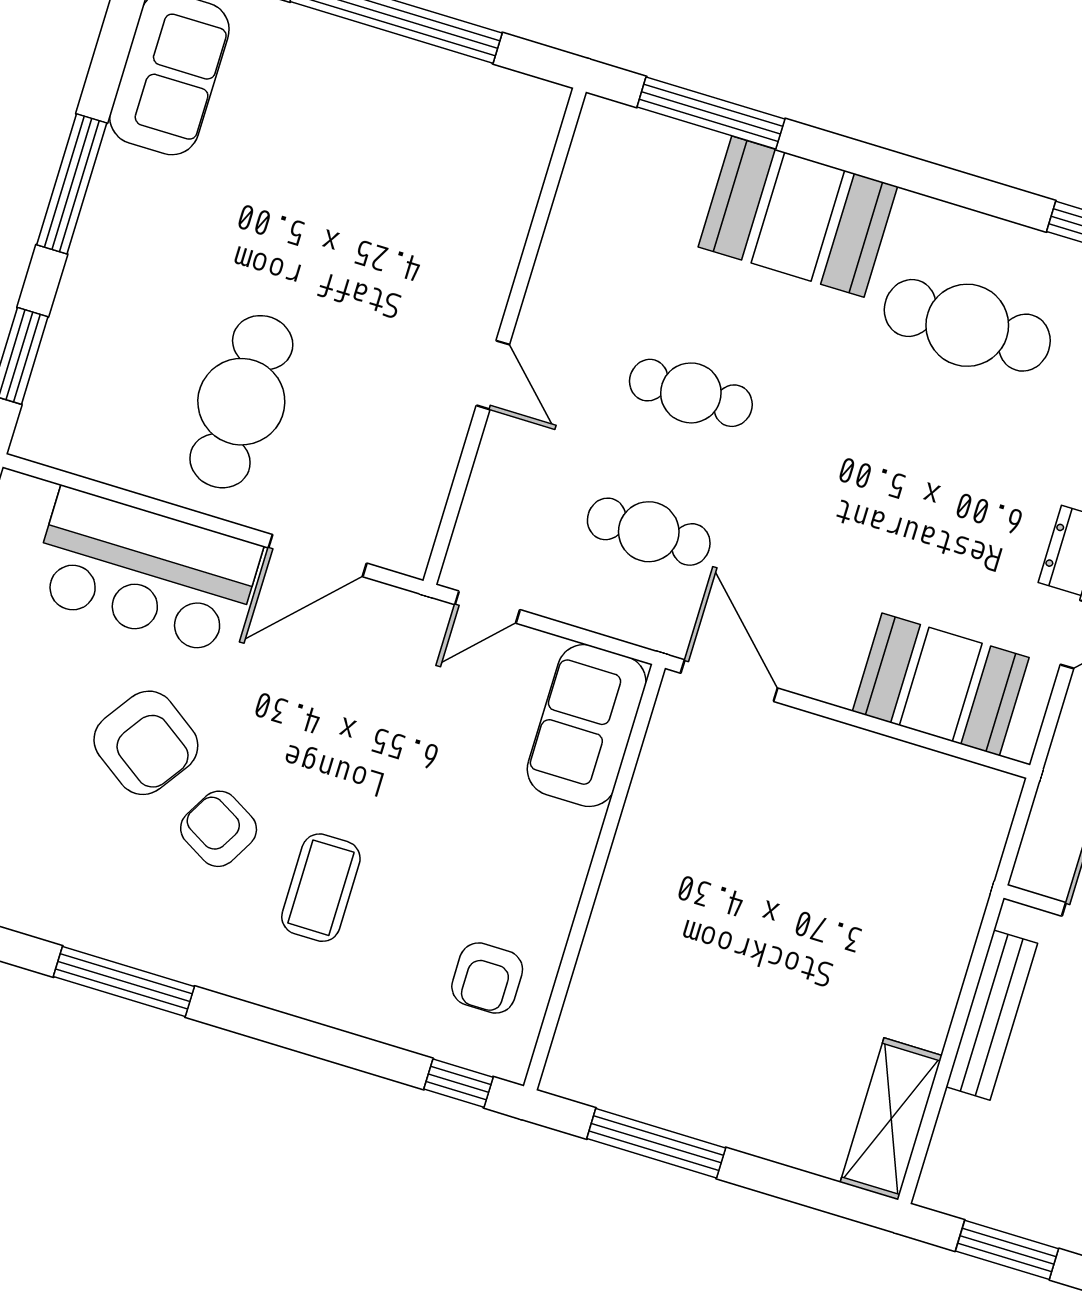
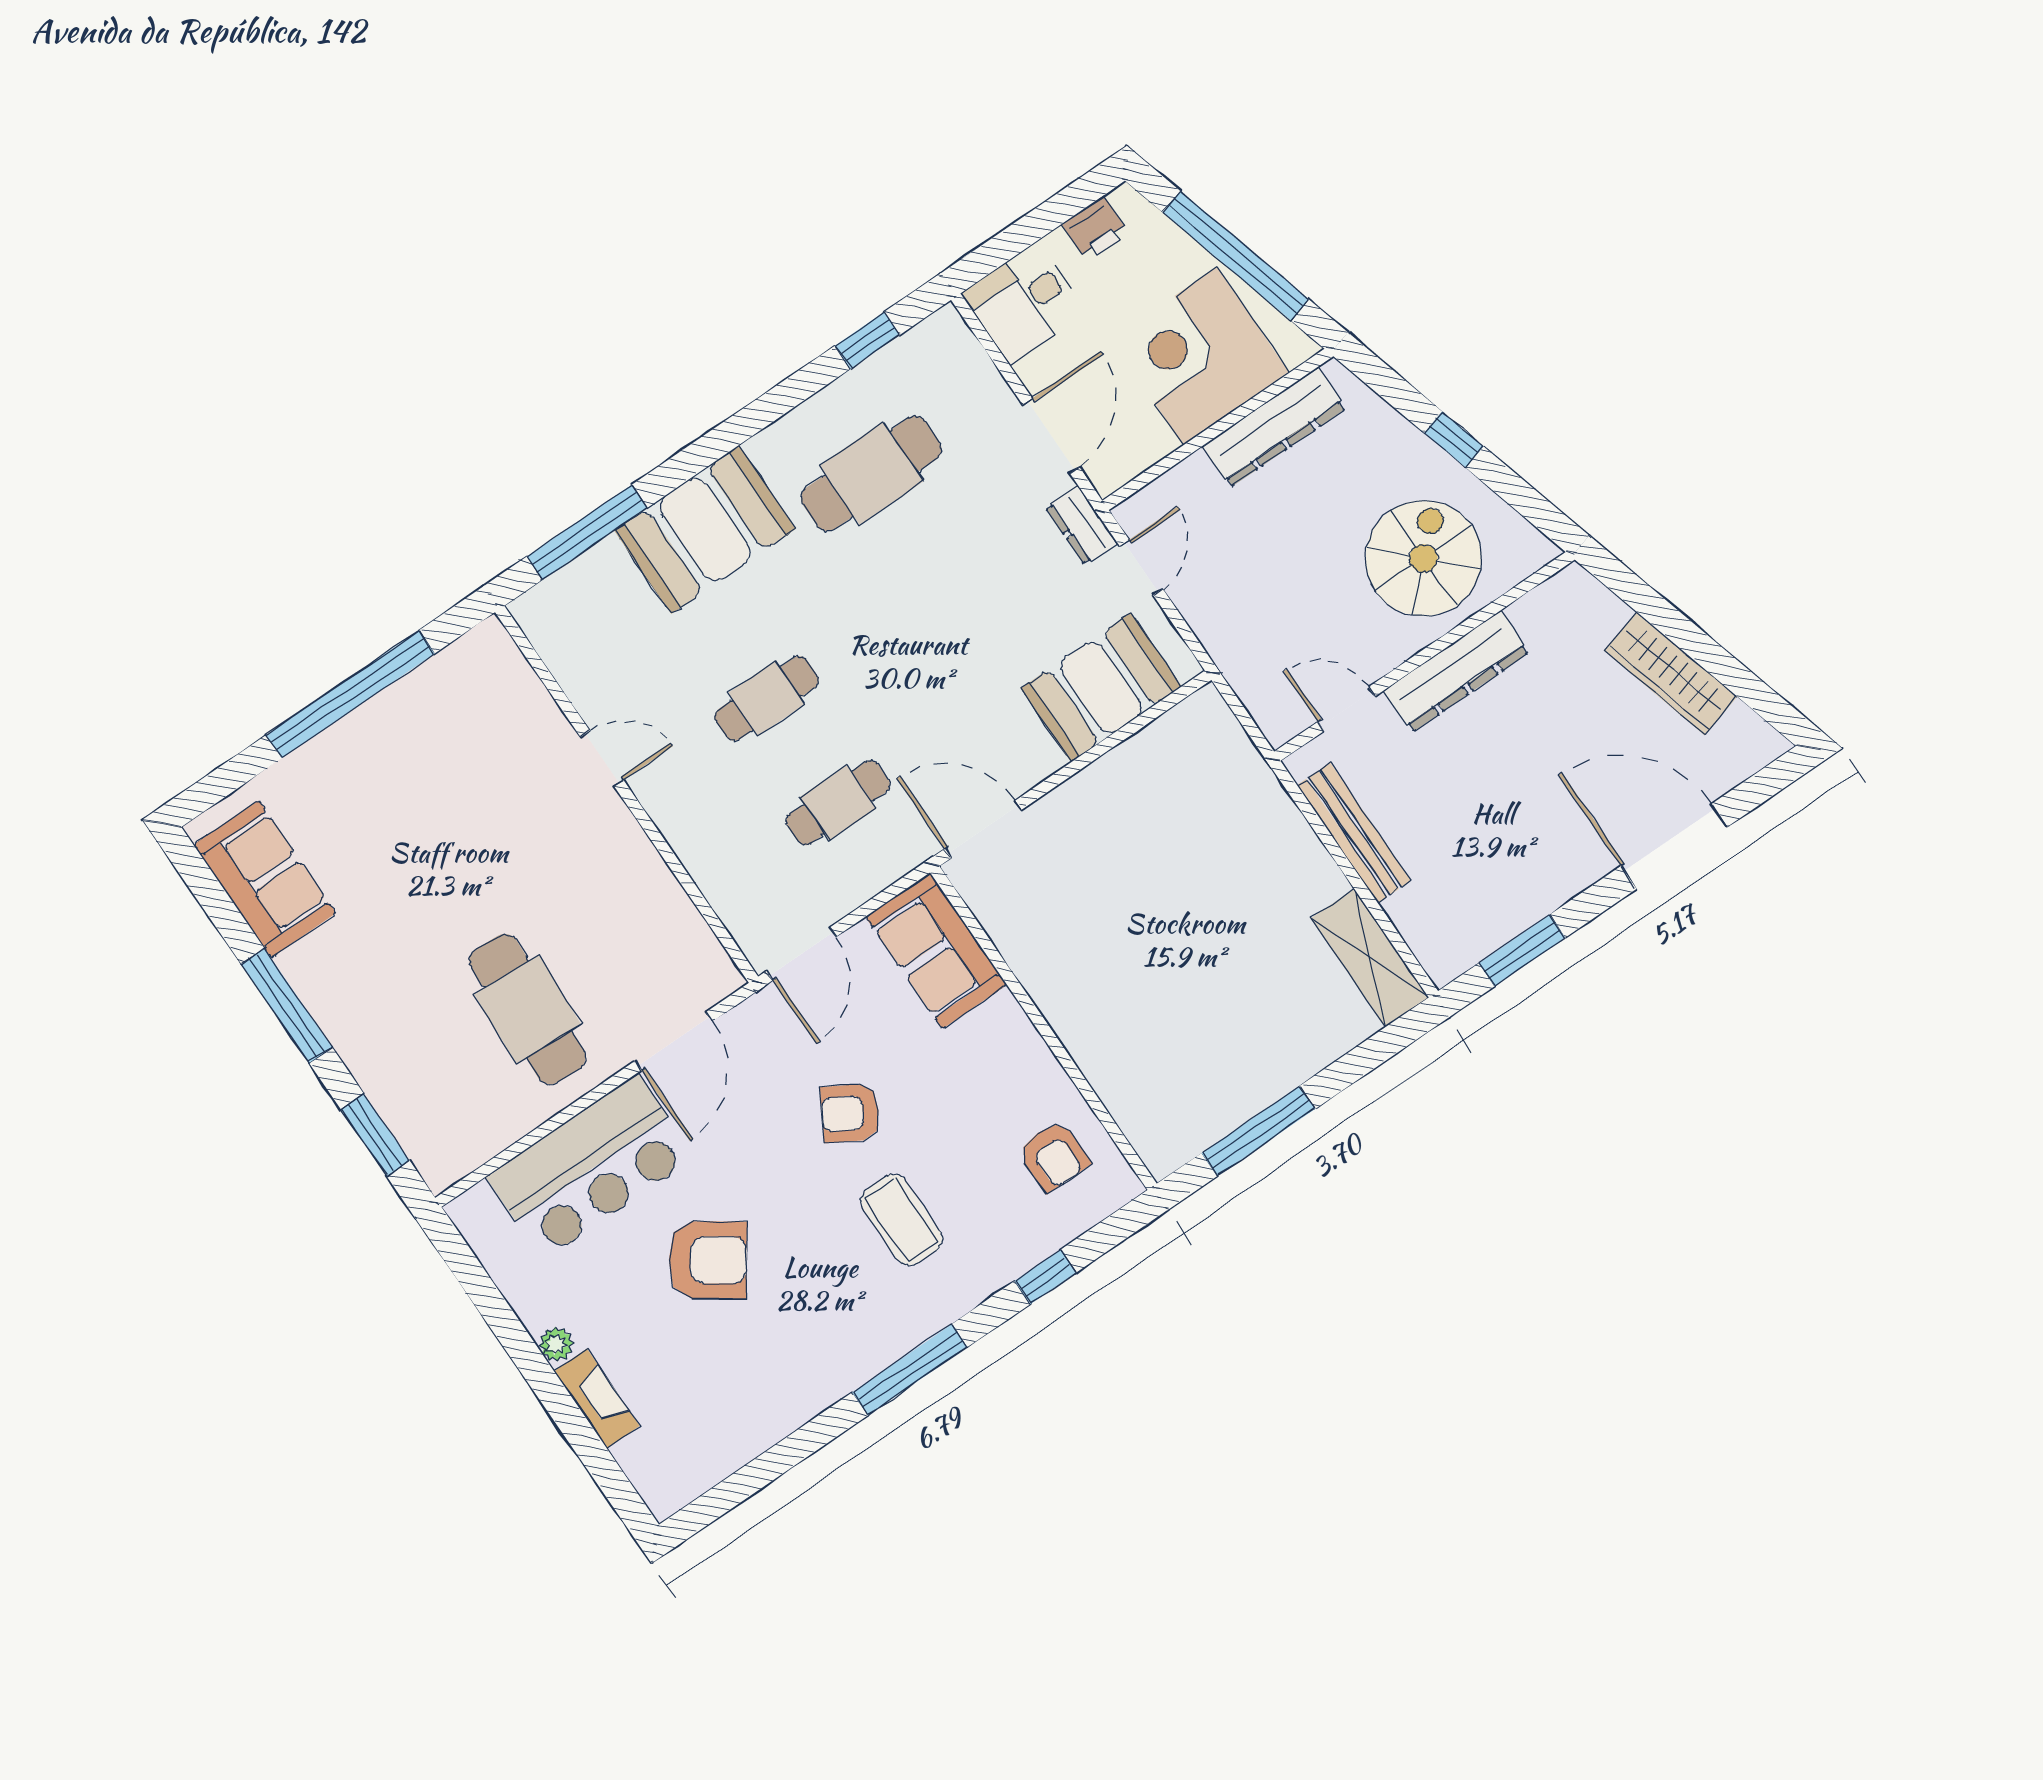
door: (493, 375) -> (602, 758), moved
door: (487, 607) -> (801, 954), width x1.38
armchair: (219, 829) -> (850, 1113), moved
window: (124, 982) -> (910, 1370), moved
window: (458, 1083) -> (1045, 1277), moved

